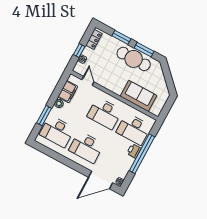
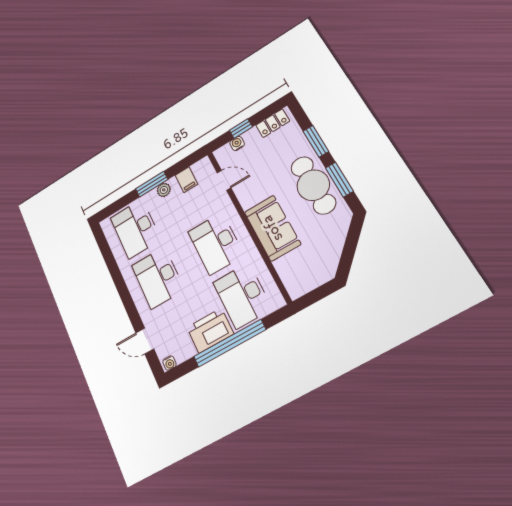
door: (88, 81) -> (224, 180), hinge flipped
filing cabinet: (68, 92) -> (186, 180), width x0.50
sofa: (138, 96) -> (272, 228), moved
window: (44, 116) -> (152, 184), moved
printer: (134, 151) -> (210, 331), width x1.87, depth x1.48
door: (101, 180) -> (145, 341), width x0.53

